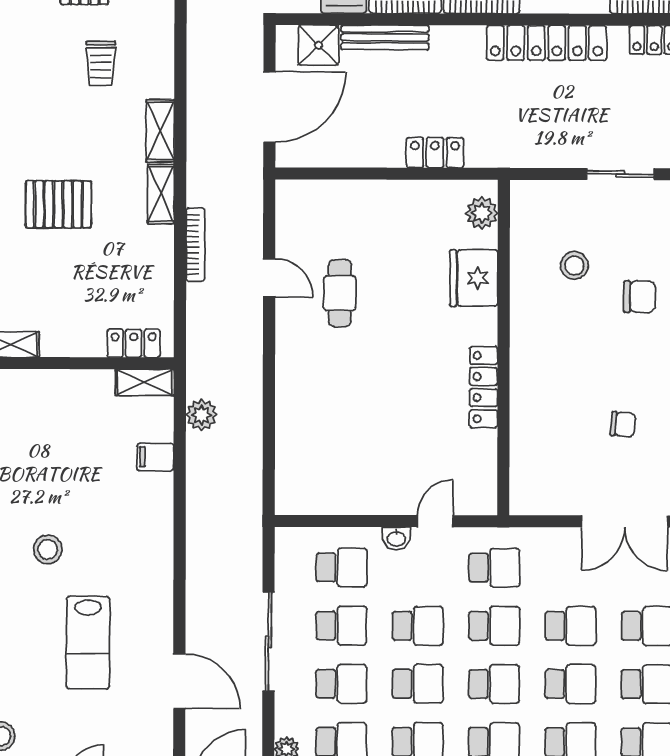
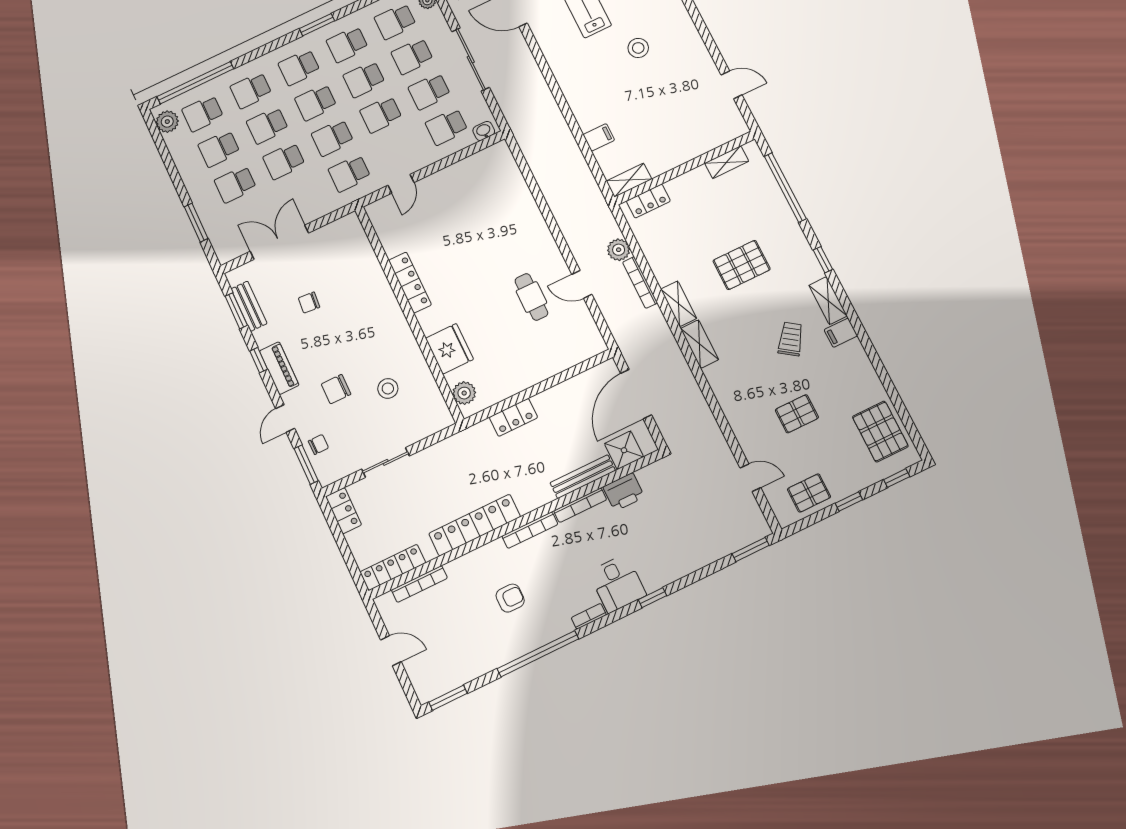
trolley: (101, 63) -> (791, 339), moved, turned 35
plant: (201, 415) -> (619, 250), moved
washbasin: (396, 538) -> (484, 131), moved

